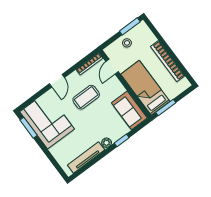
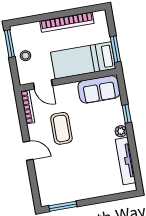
corner sofa: (47, 120) -> (65, 183), removed

